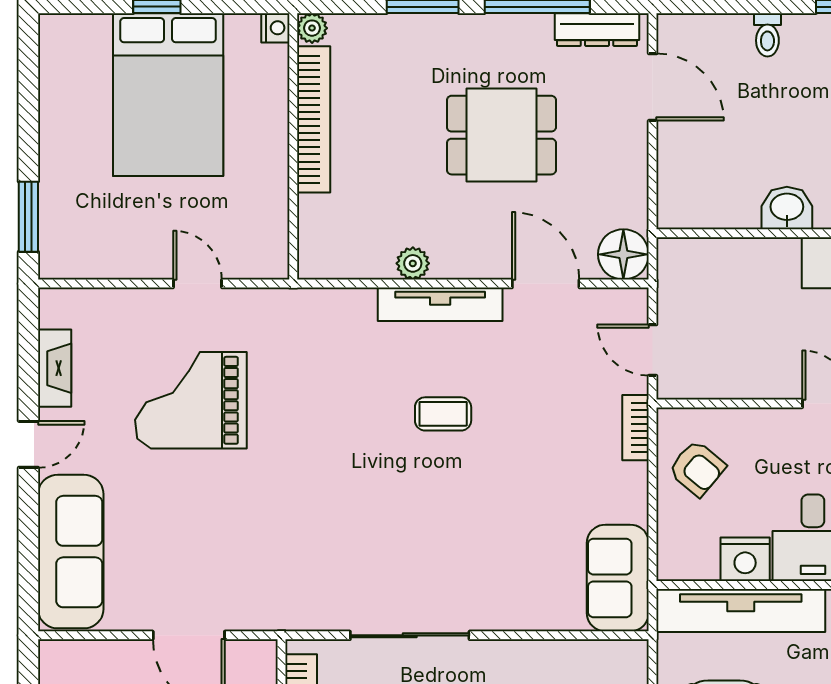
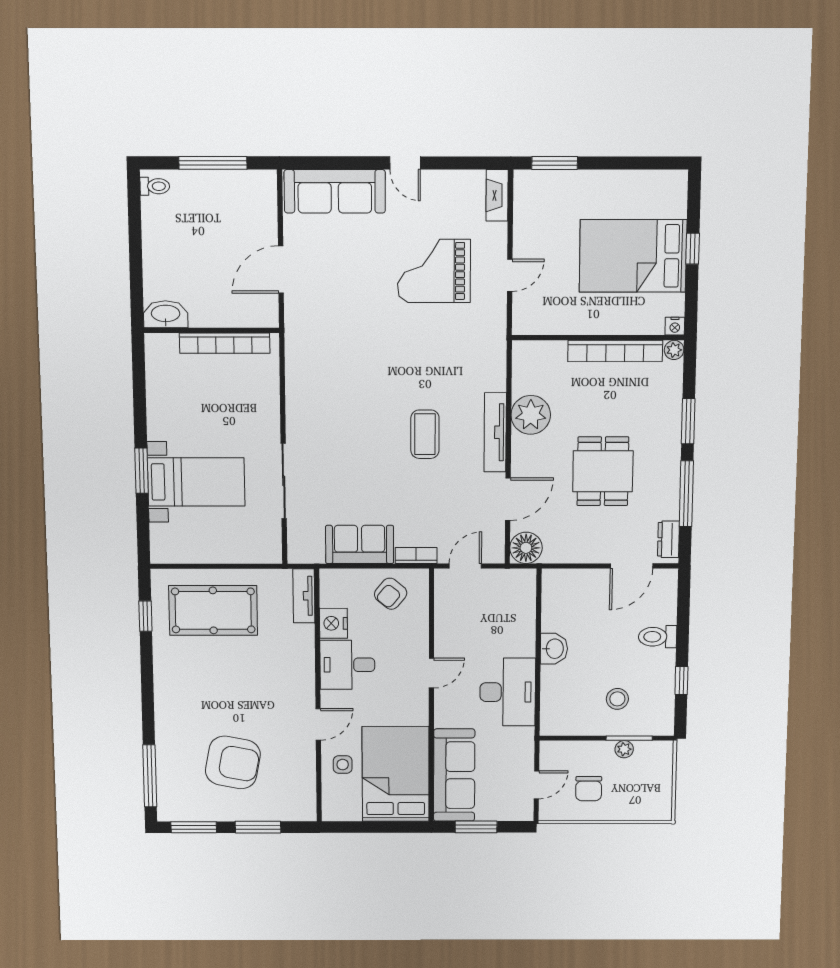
dresser: (597, 30) -> (668, 539), width x0.70
toilet: (767, 35) -> (658, 637), width x1.37, depth x1.39
plant: (413, 263) -> (531, 415), width x1.88, depth x1.88
fireplace: (55, 368) -> (497, 195), moved, turned 90
grand piano: (191, 400) -> (434, 271), turned -90
coffee table: (443, 414) -> (425, 434), width x1.36, depth x1.30
sofa: (618, 578) -> (360, 544), moved
tv unit: (741, 610) -> (304, 596), width x0.52, depth x0.78
sliding door: (410, 635) -> (284, 481), moved

